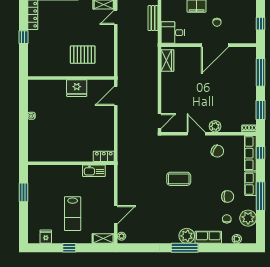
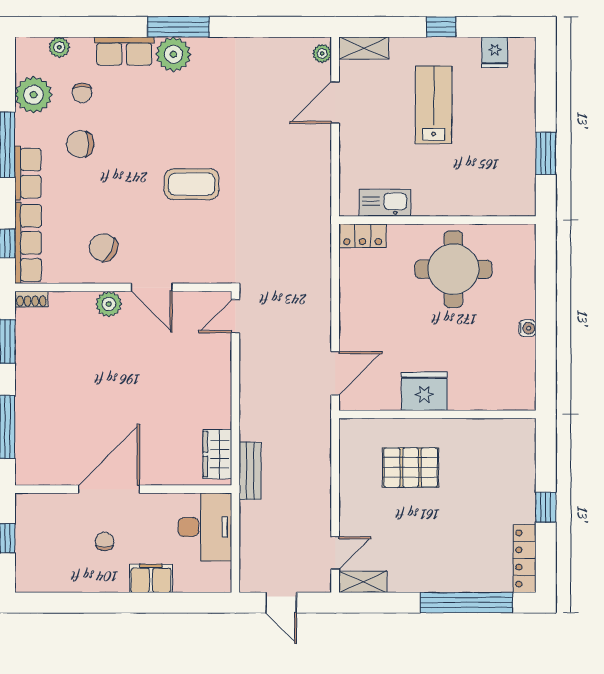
bench: (153, 18) -> (250, 471), moved
desk: (173, 33) -> (205, 527), width x1.37
round table: (64, 142) -> (453, 269), added

